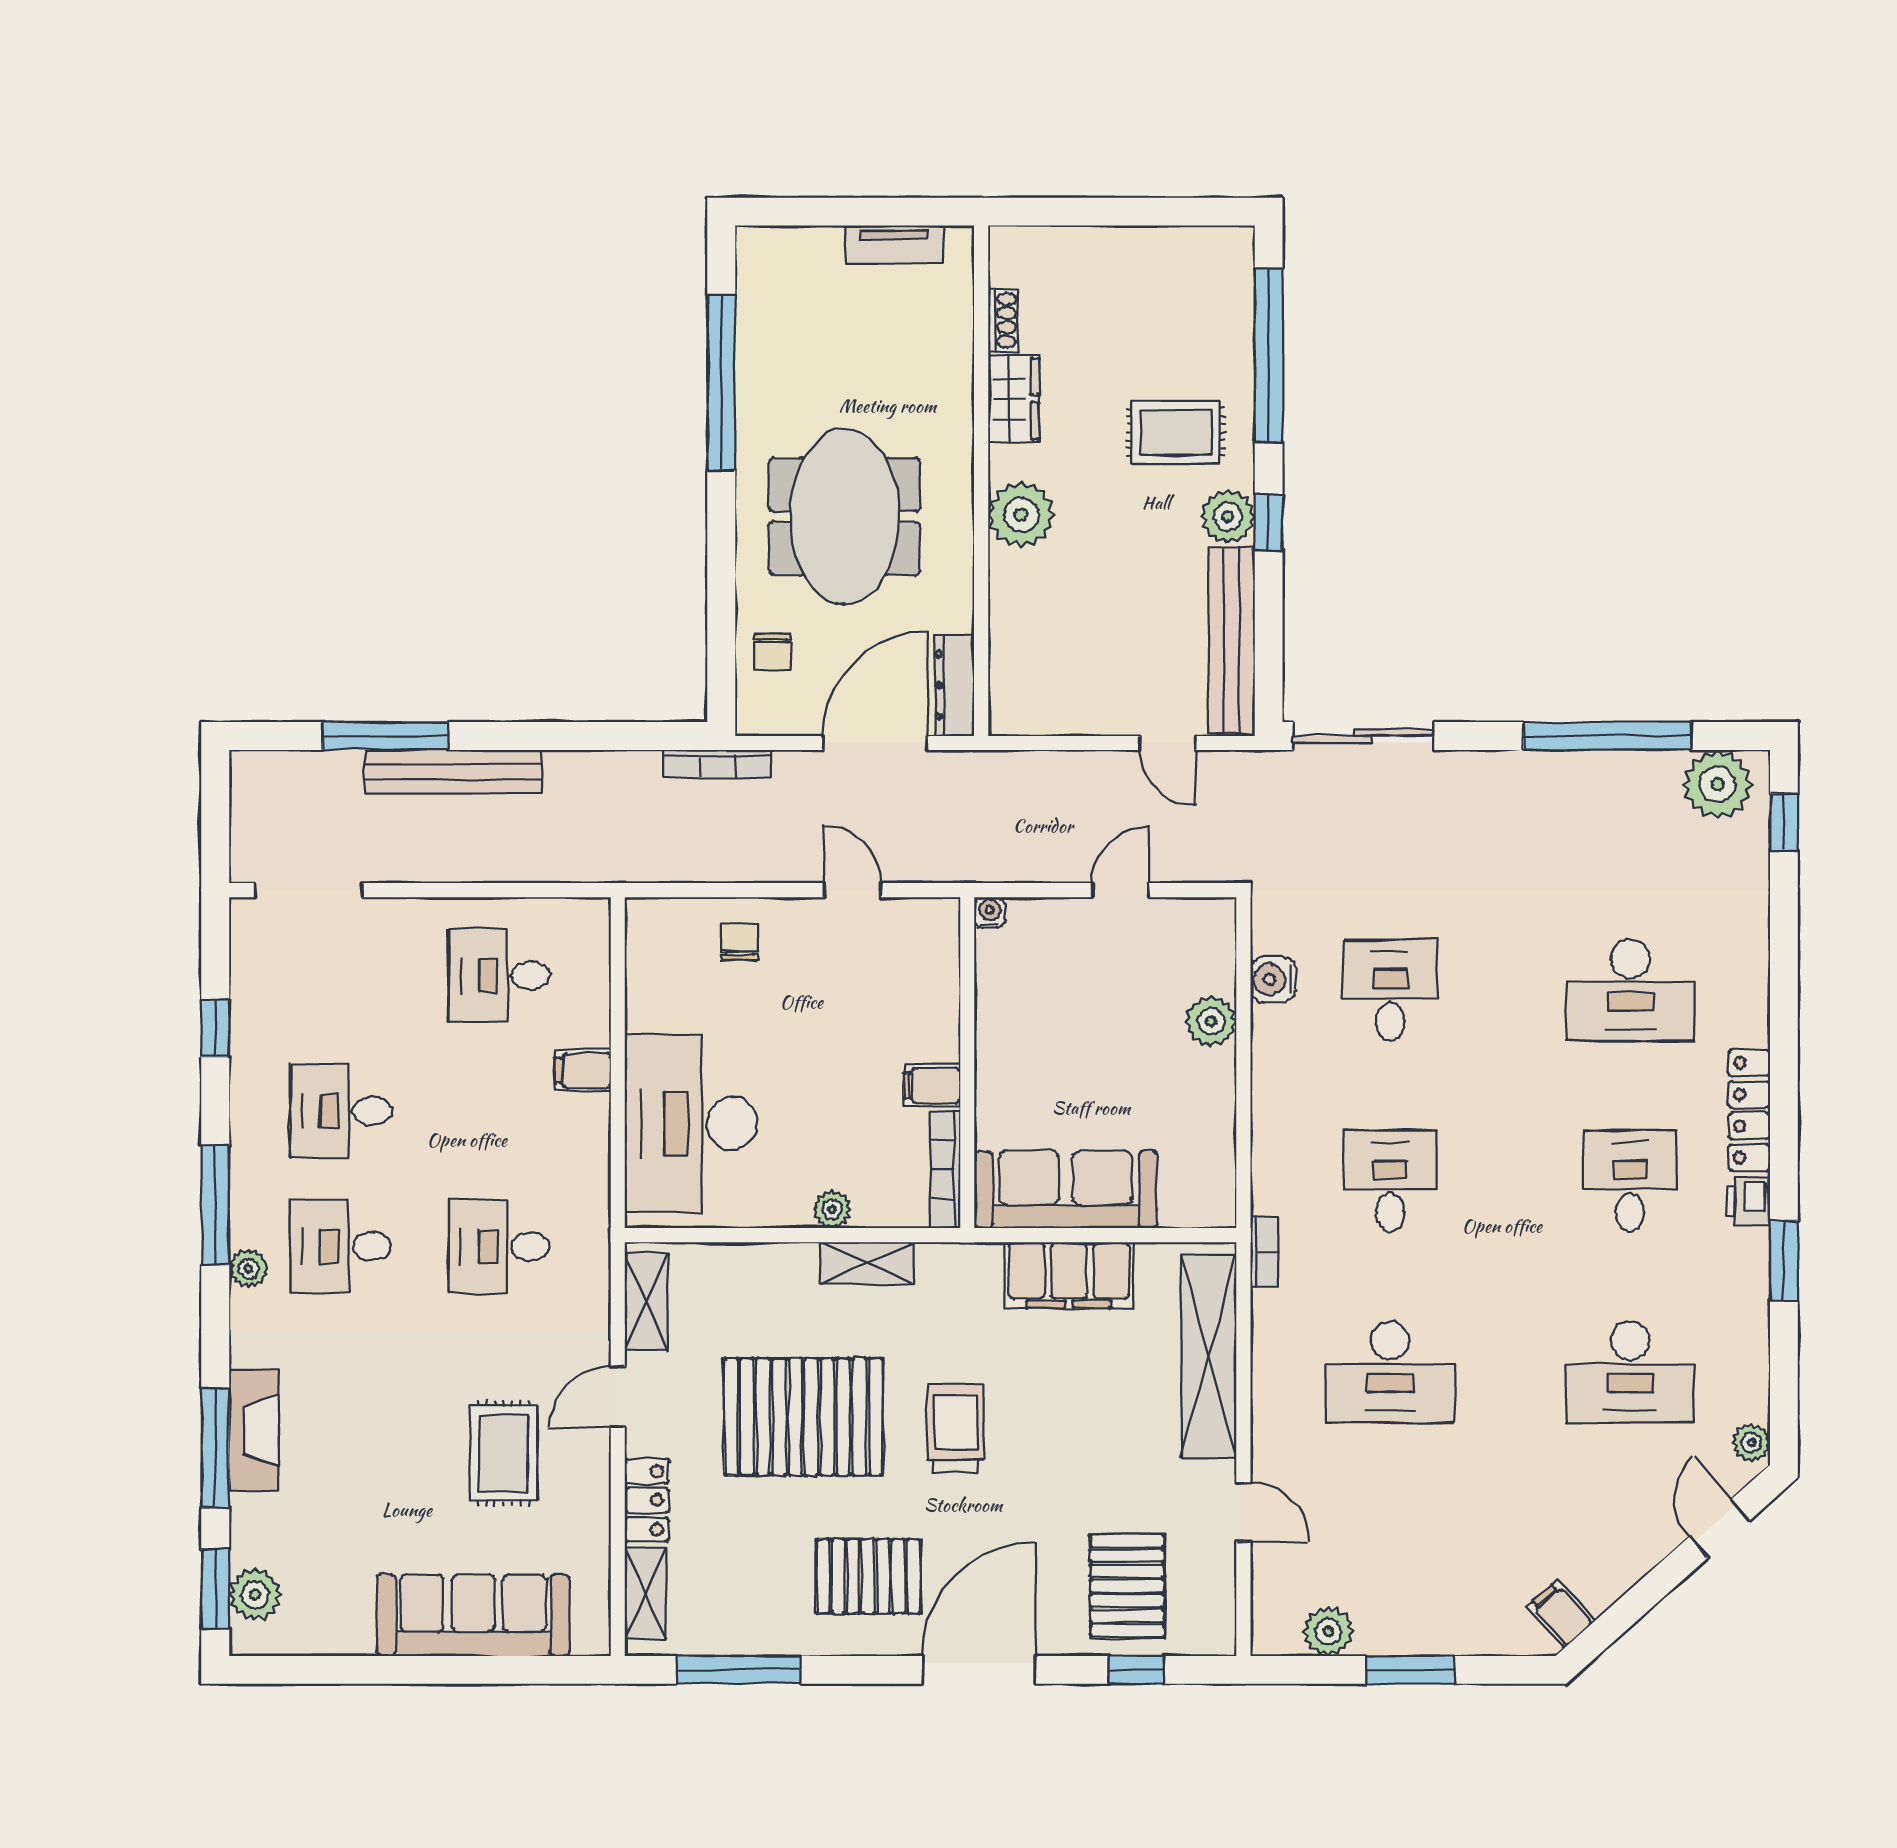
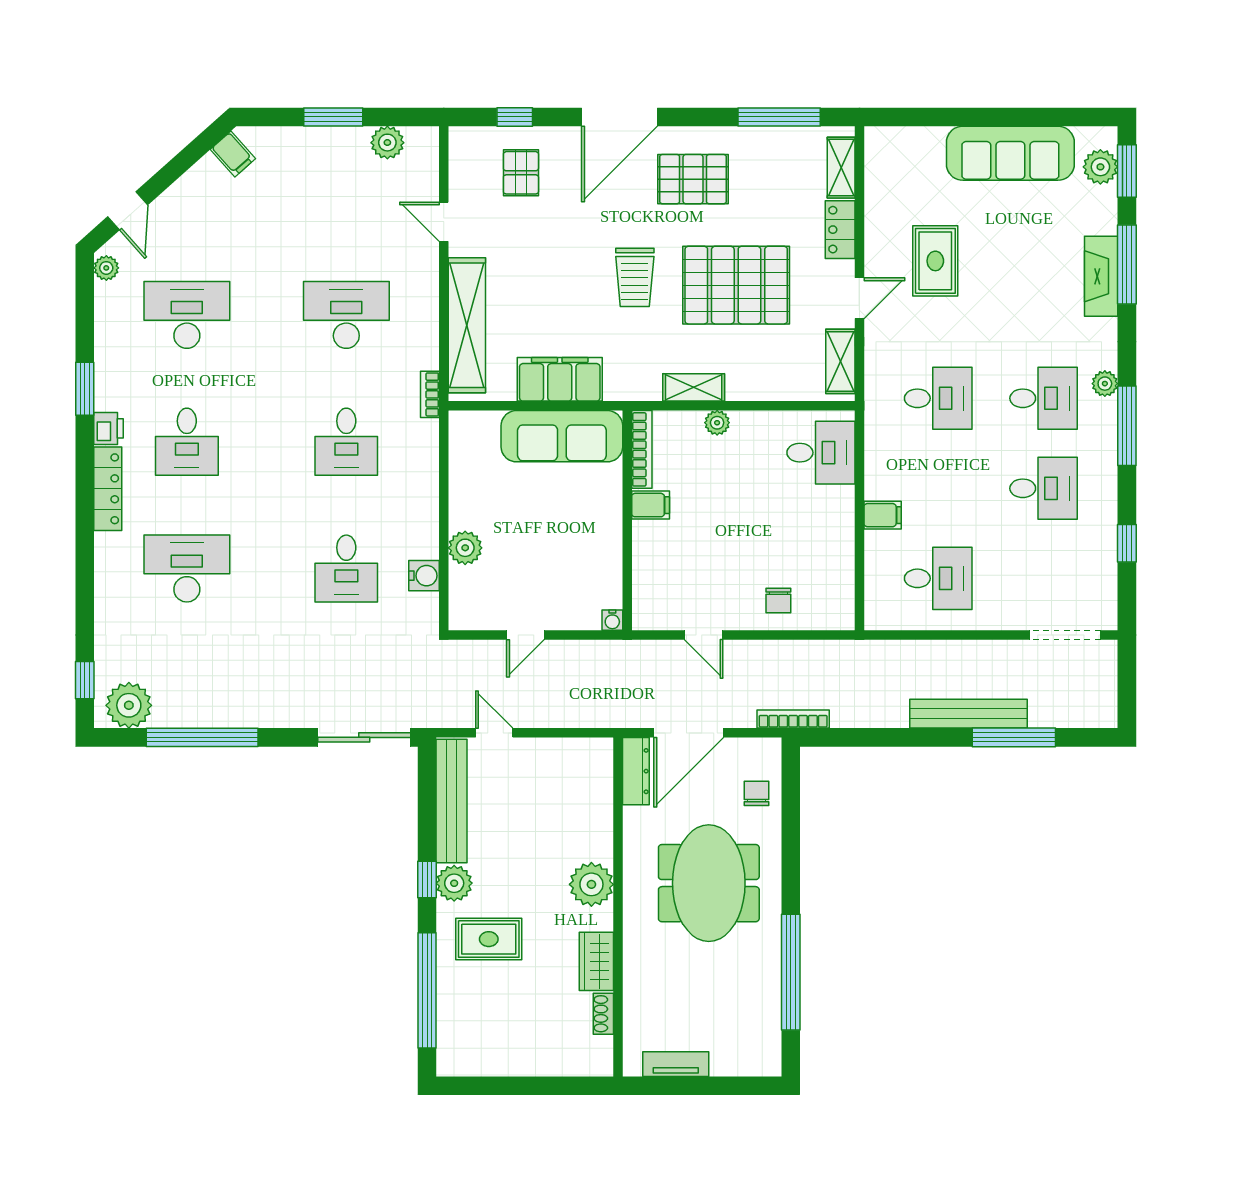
desk: (691, 1123) -> (821, 453), width x0.53, depth x0.77
pallet: (1127, 1586) -> (521, 173), width x0.67, depth x0.71
sofa: (473, 1615) -> (1010, 153), moved

